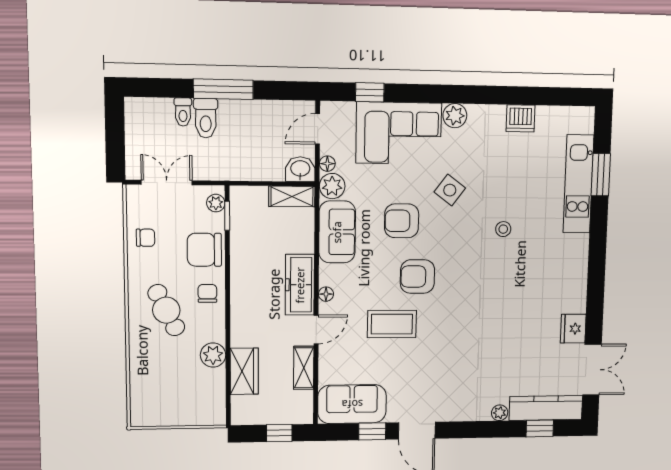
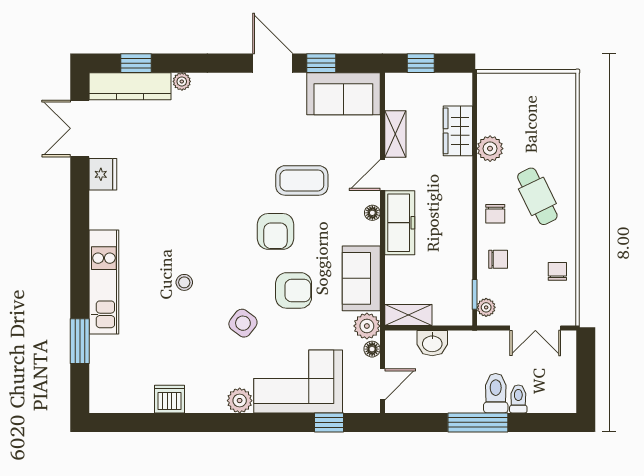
washbasin: (300, 169) -> (432, 343), moved
kitchen unit: (578, 184) -> (104, 282), moved
chair: (145, 238) -> (557, 271), turned 90
chair: (204, 250) -> (498, 259), width x0.54, depth x0.54
armchair: (417, 277) -> (276, 231), turned 90

